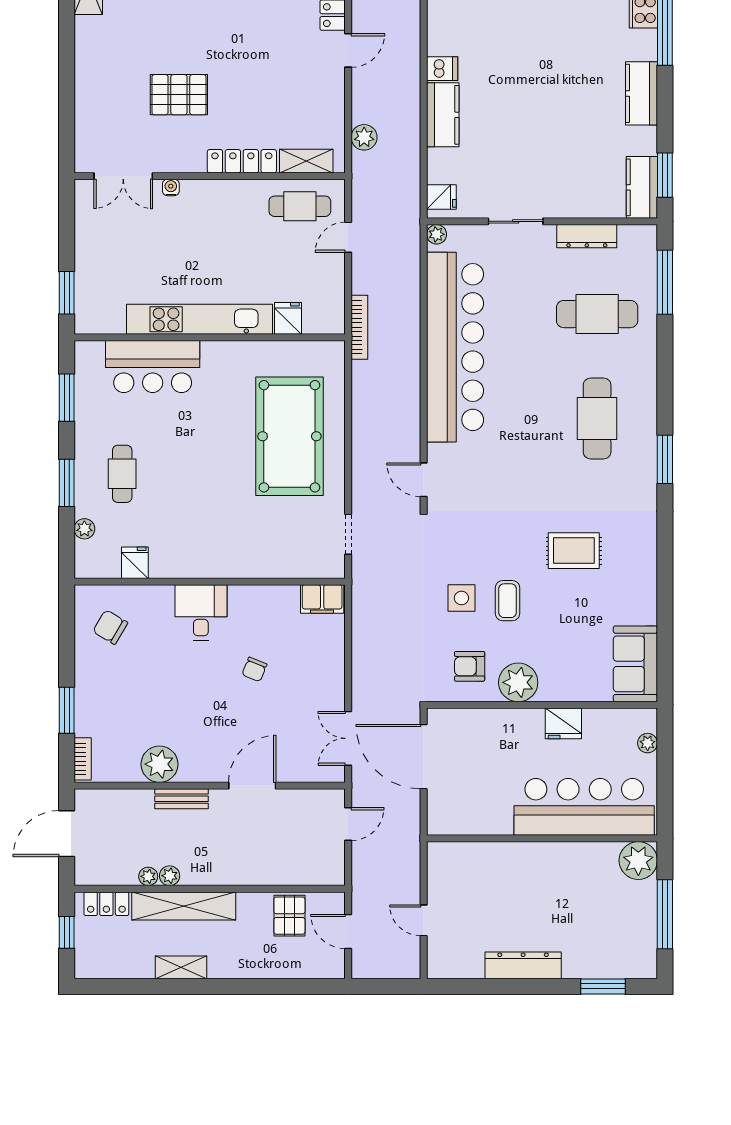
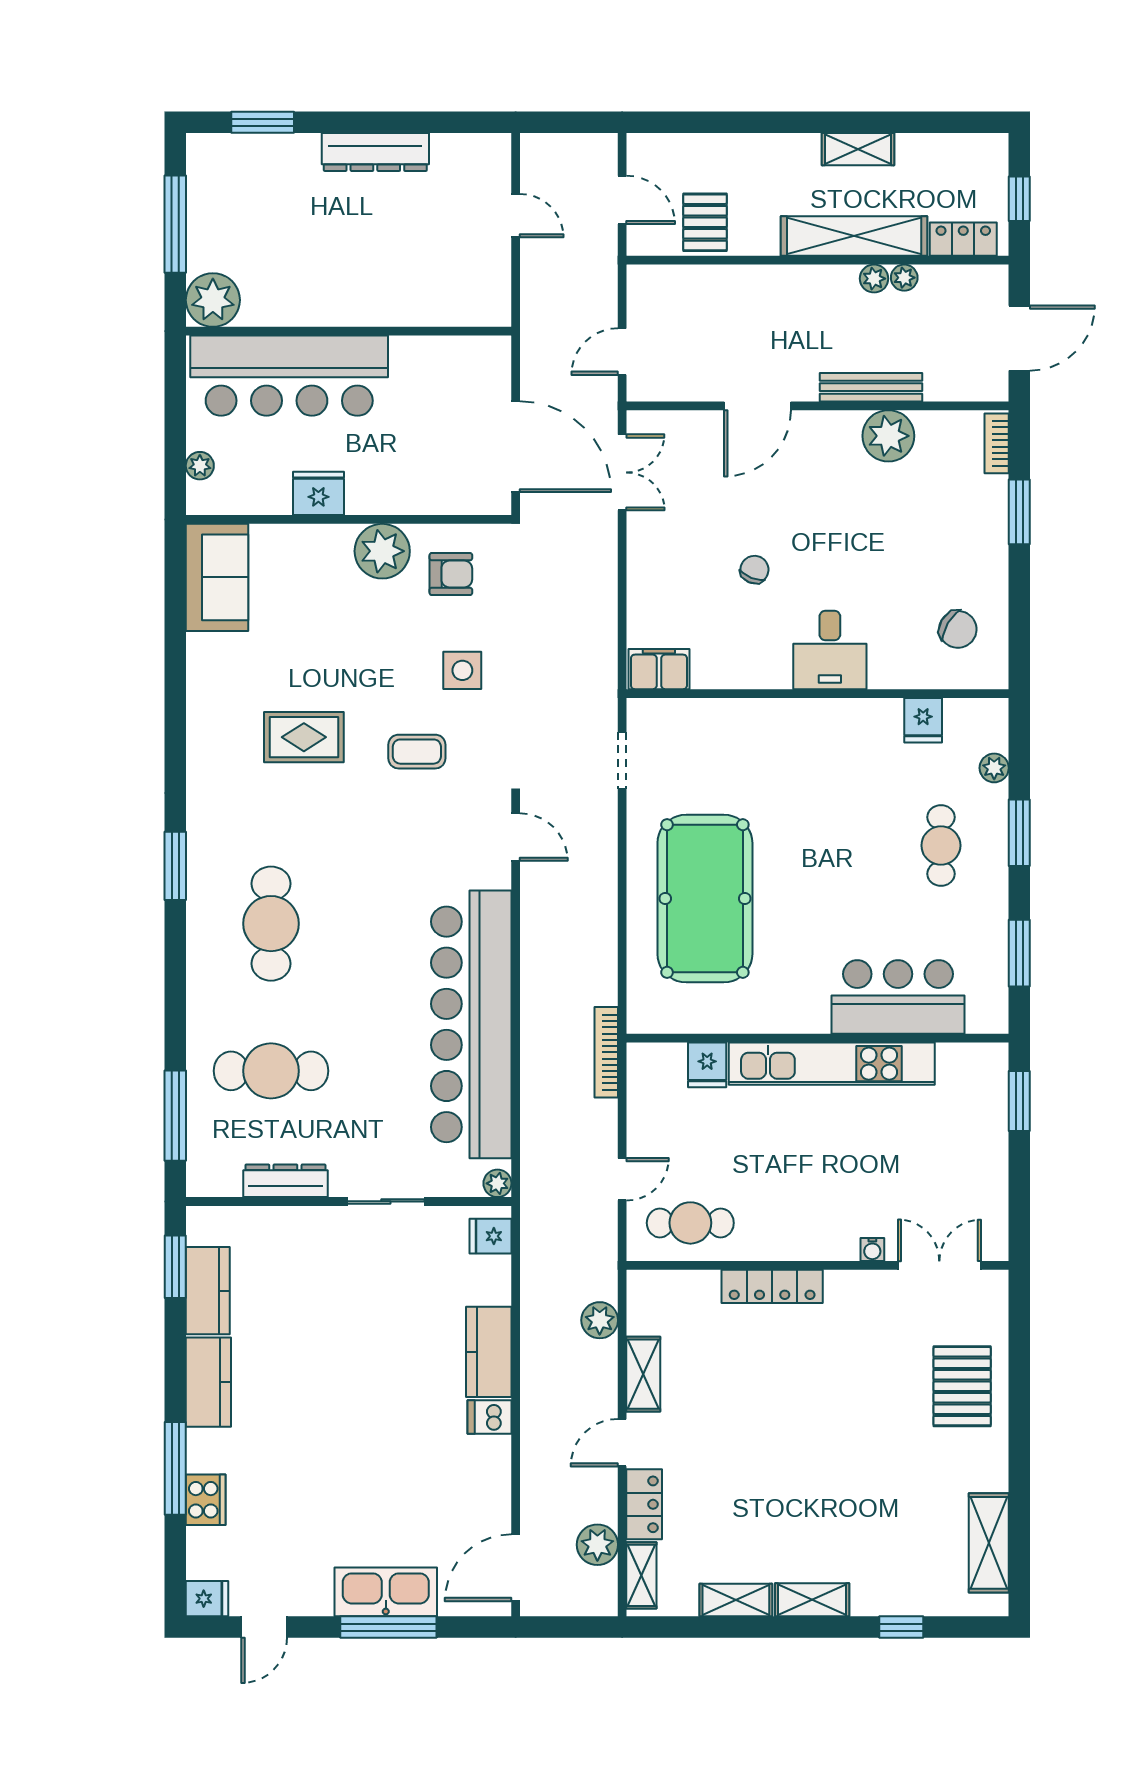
pallet: (179, 95) -> (962, 1386), moved, turned 90
shelving: (306, 161) -> (643, 1374), moved, turned 90
kitchen counter: (642, 187) -> (208, 1291), moved
coffee table: (508, 601) -> (417, 752), moved, turned 90
bench: (181, 799) -> (871, 387), width x1.36

